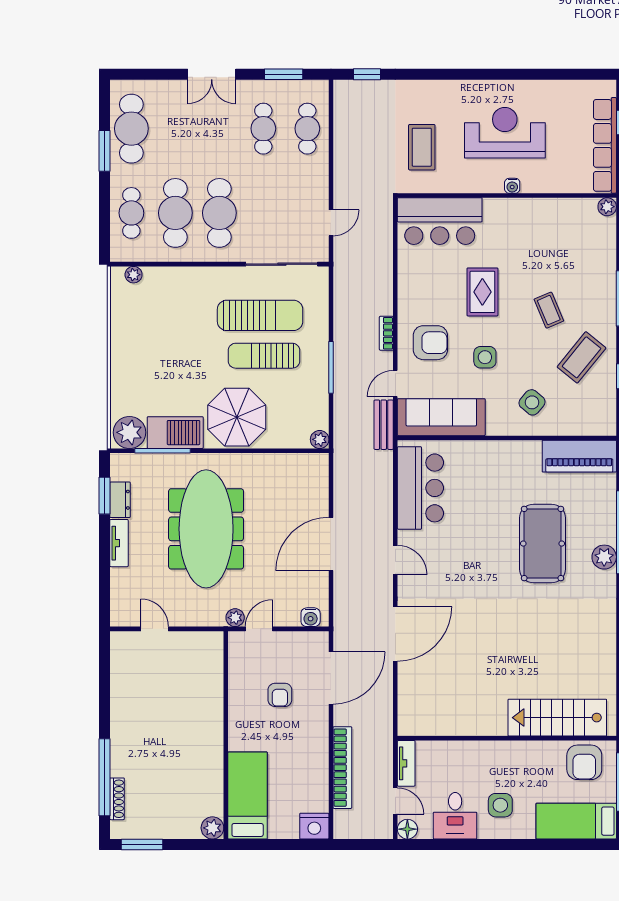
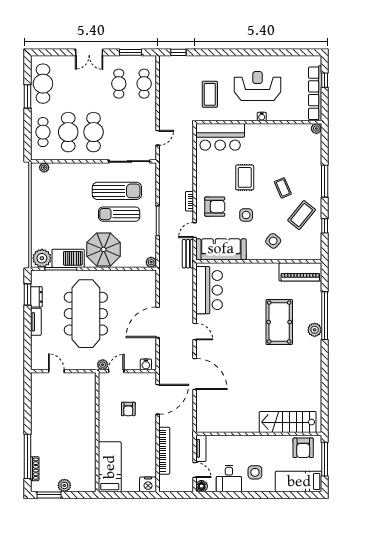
door: (395, 634) -> (195, 374), hinge flipped
plant: (212, 828) -> (64, 485), moved

